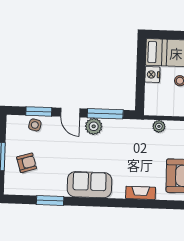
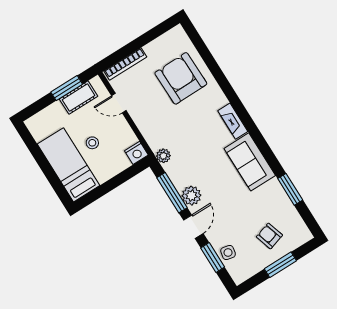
nightstand: (152, 75) -> (136, 153), moved
plant: (159, 126) -> (163, 156), moved
fireplace: (141, 193) -> (233, 121), moved

